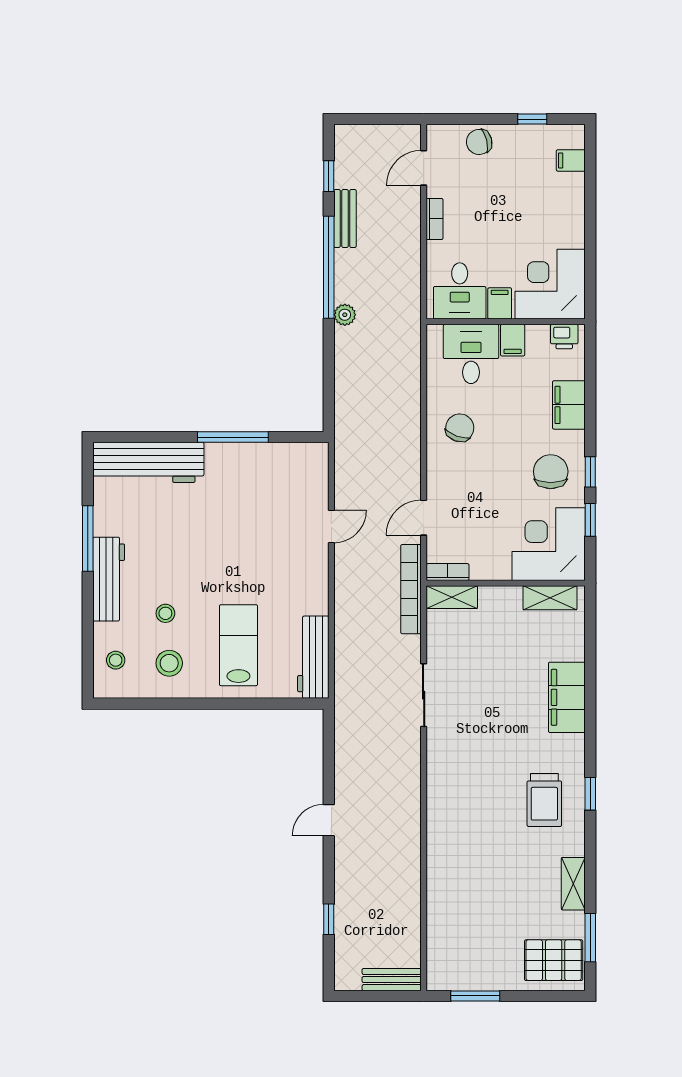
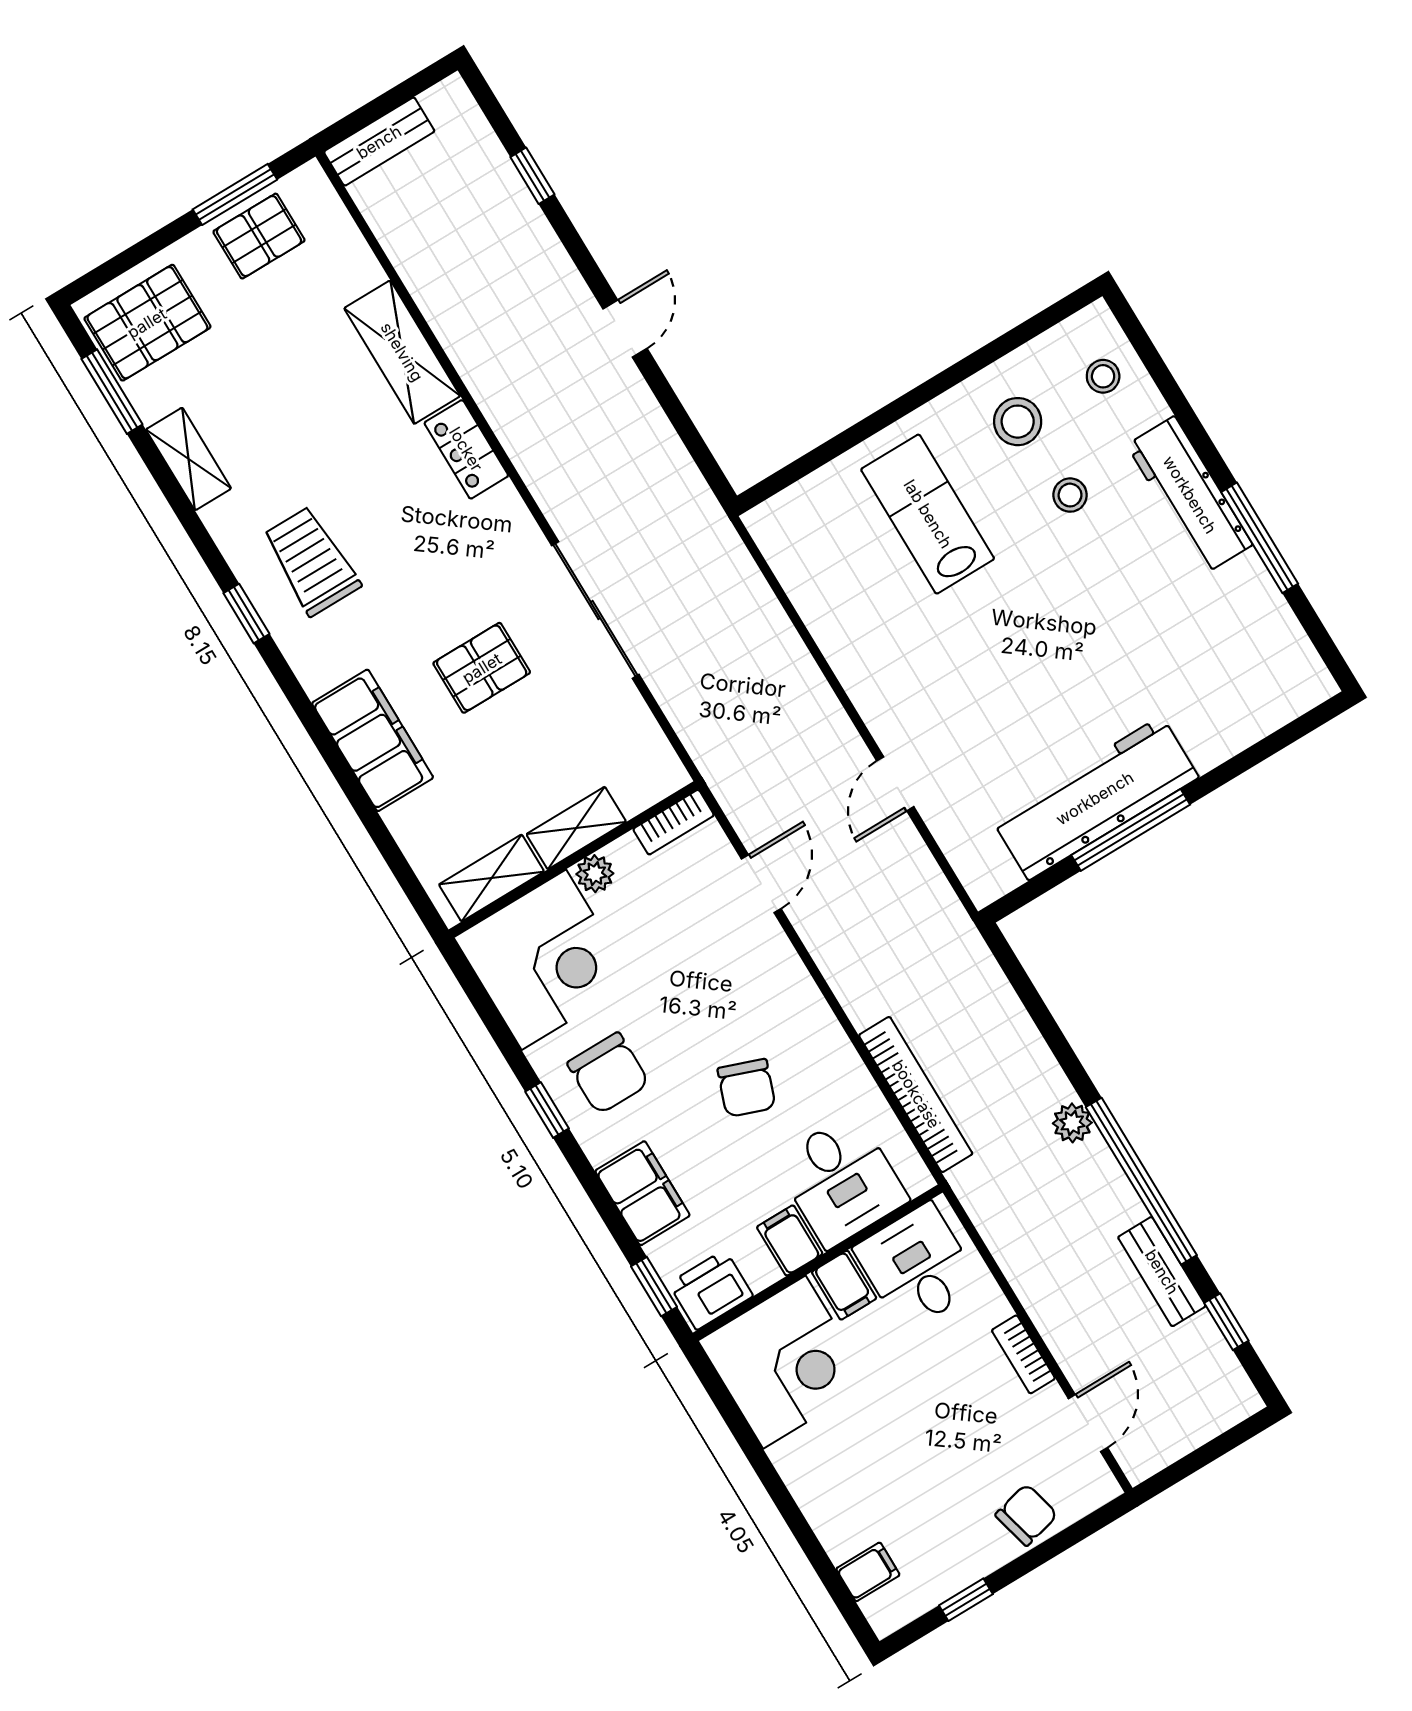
printer: (564, 337) -> (711, 1290), width x1.36, depth x1.24
chair: (460, 428) -> (747, 1088), moved
workbench: (148, 462) -> (1095, 798), moved
window: (590, 520) -> (654, 1287), moved
plant: (500, 570) -> (595, 874), added
bookcase: (411, 589) -> (916, 1094), moved
shelving: (452, 597) -> (576, 828), moved
lab bench: (238, 645) -> (928, 514), turned 180
workbench: (313, 657) -> (801, 565), removed
sliding door: (424, 695) -> (595, 610), width x1.37
pallet: (494, 700) -> (482, 668), added
locker: (439, 808) -> (466, 449), added
shelving: (441, 873) -> (402, 352), added
pallet: (476, 969) -> (259, 236), added

